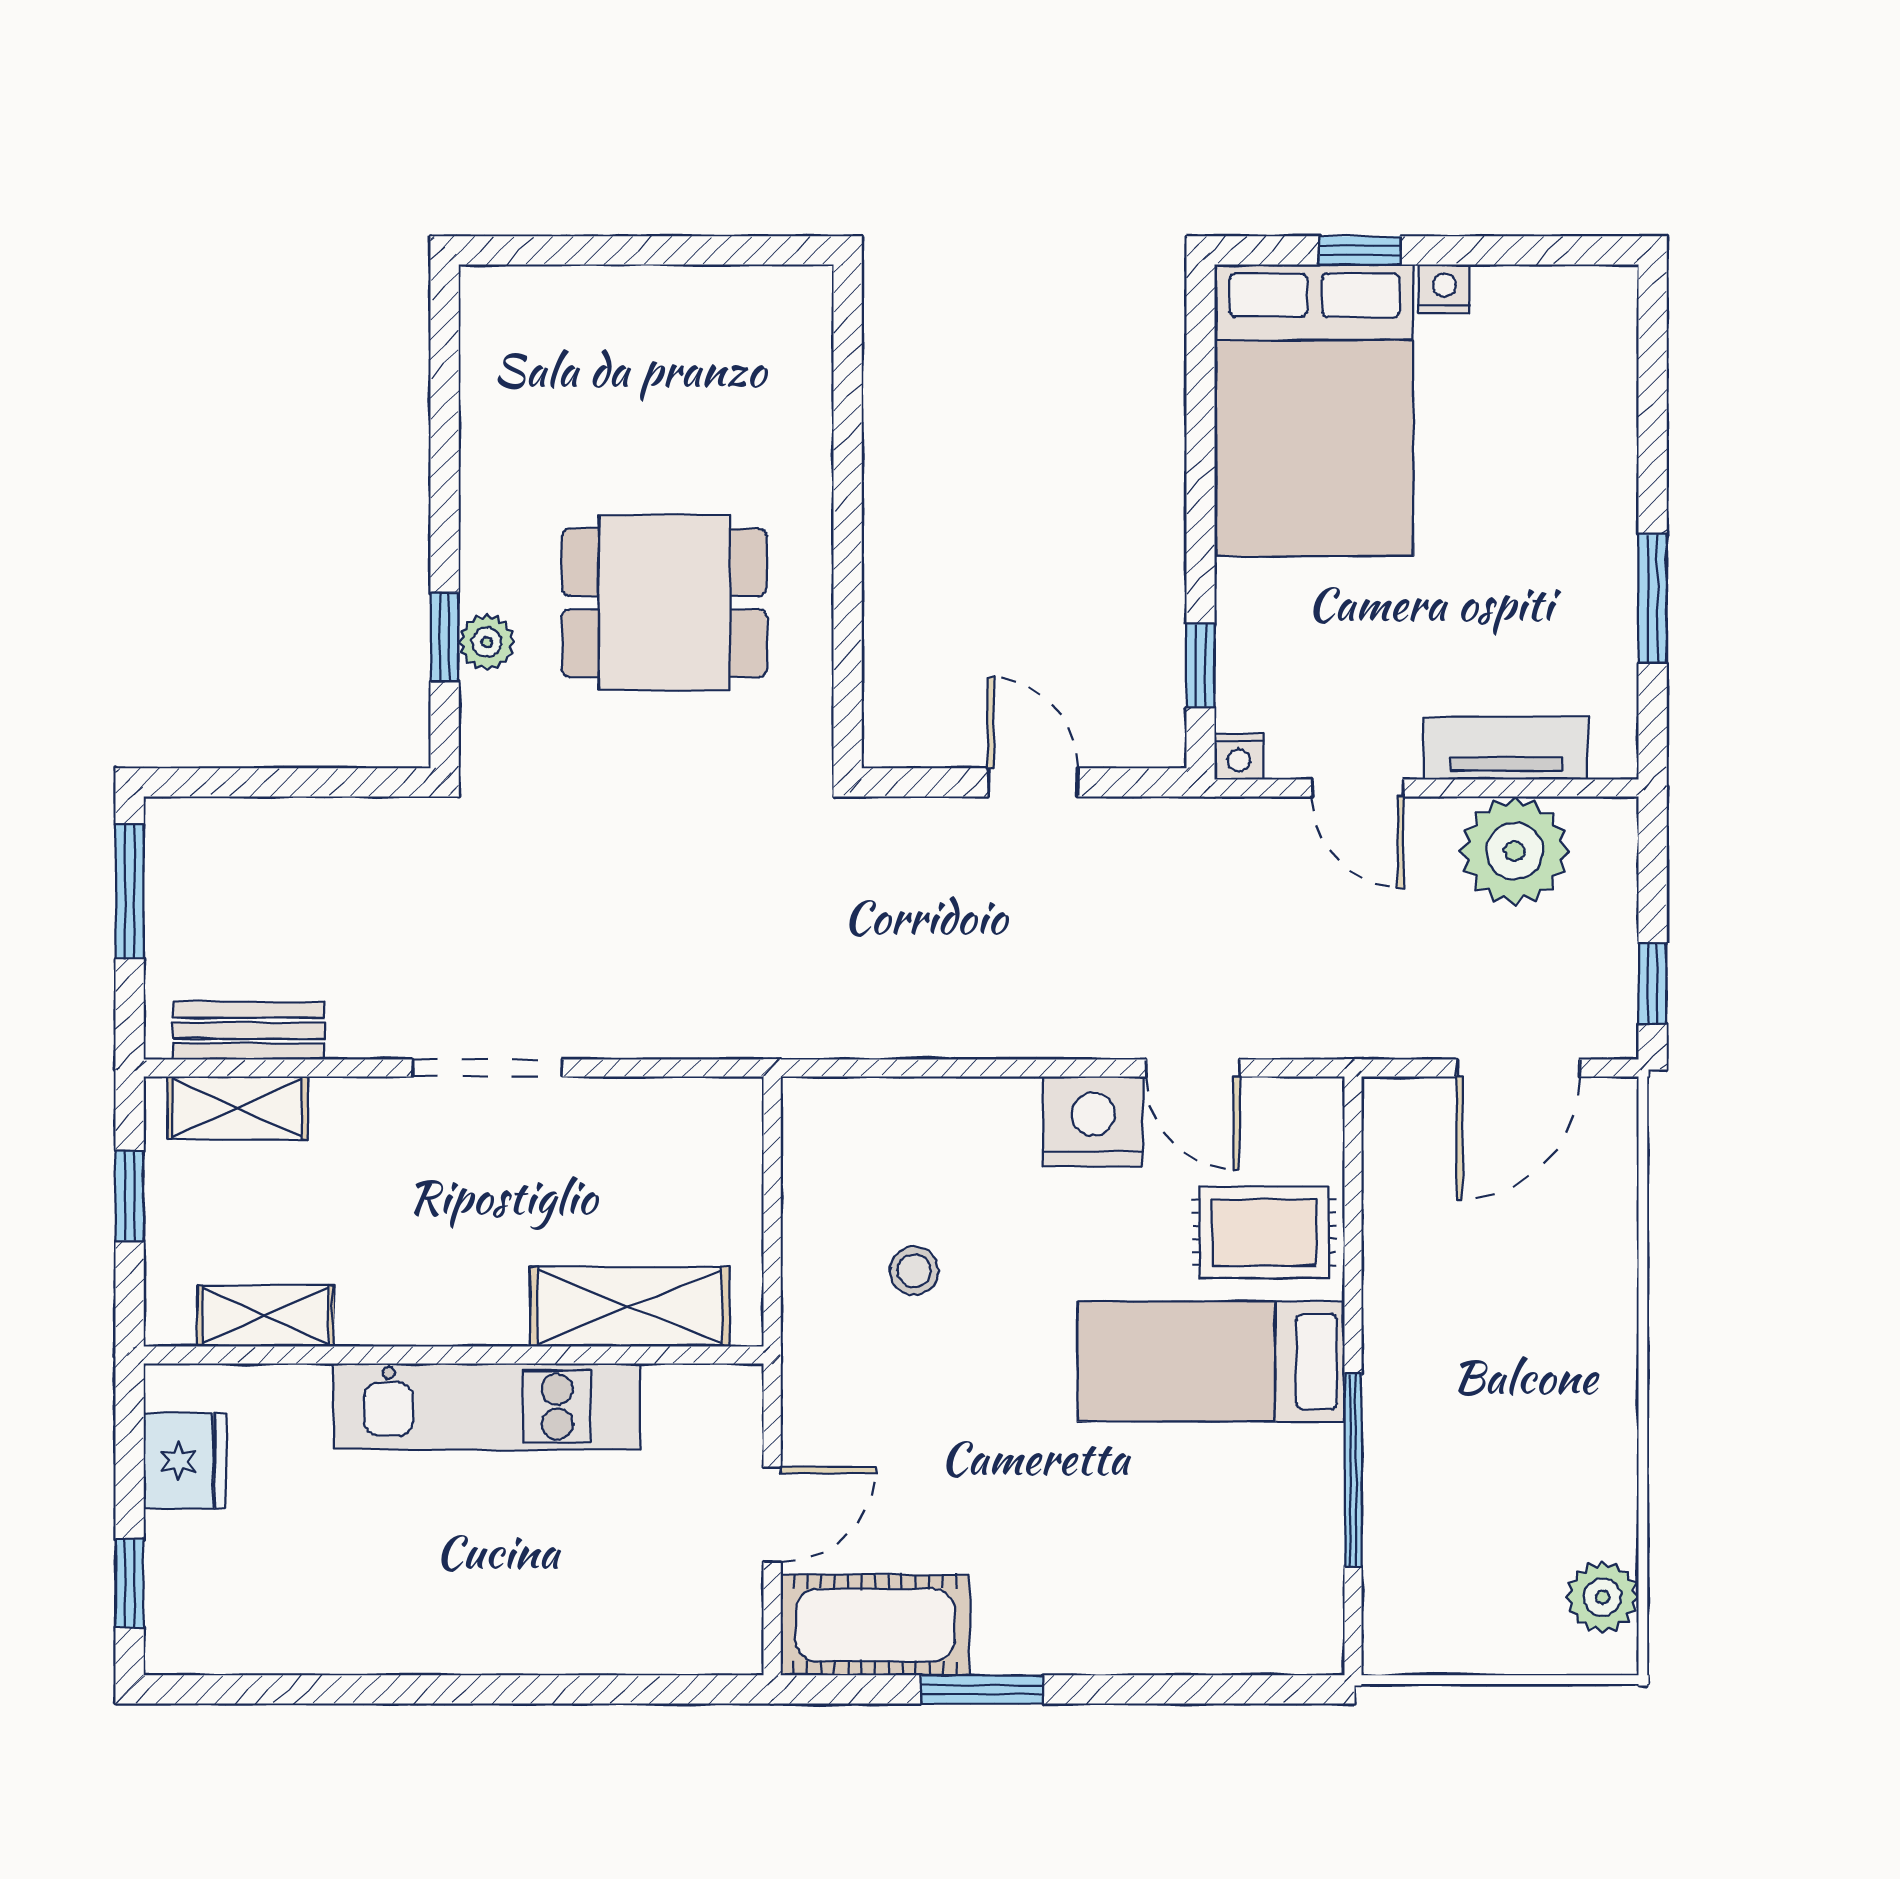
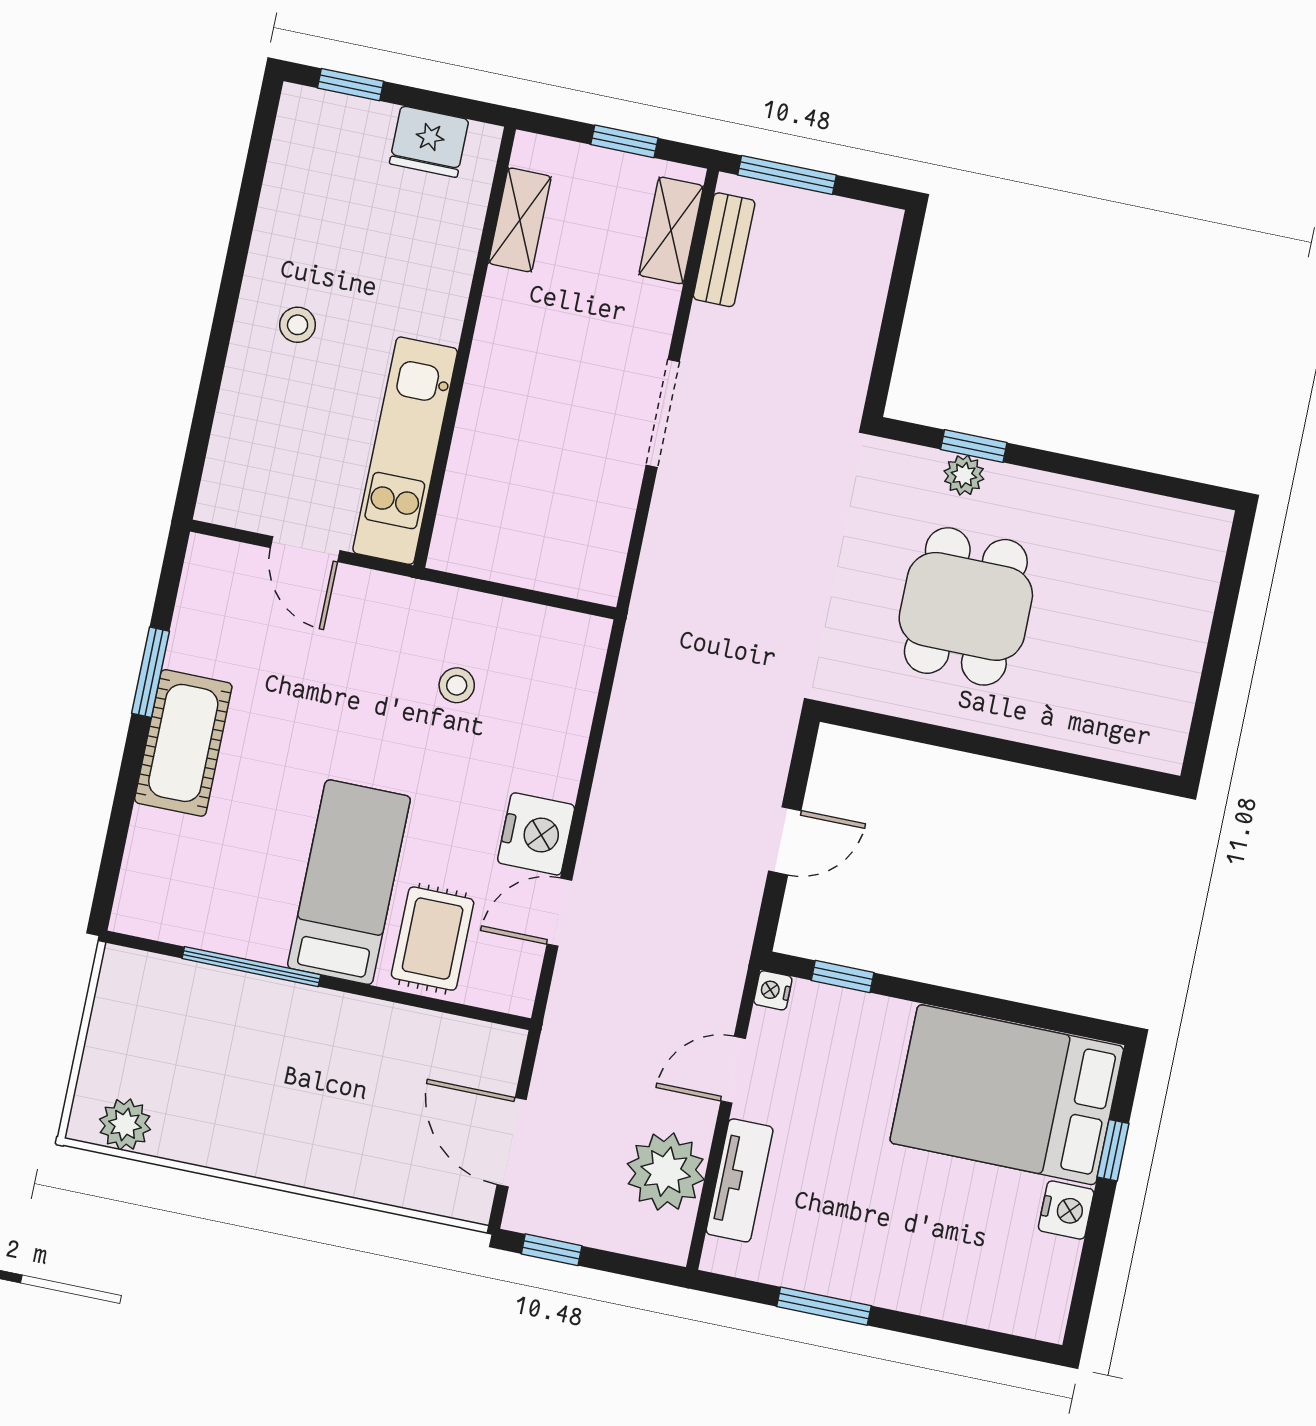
nightstand: (1444, 289) -> (1066, 1210), width x1.39, depth x1.35
window: (130, 891) -> (787, 175), moved
shelving: (630, 1307) -> (473, 479), removed
kitchen unit: (487, 1407) -> (405, 451), moved
stool: (470, 1588) -> (298, 325), added
cot: (875, 1625) -> (183, 743), moved

